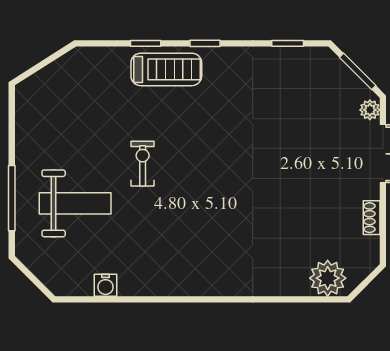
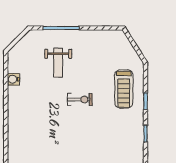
treadmill: (166, 69) -> (124, 89), moved
weight bench: (75, 203) -> (58, 63), width x0.73, depth x0.75

